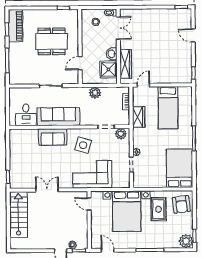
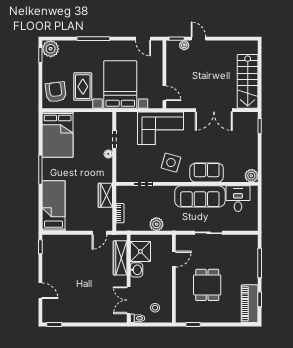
dining table: (52, 41) -> (207, 285), width x0.73
bed: (168, 108) -> (54, 206), moved
plant: (121, 134) -> (251, 176), moved
double door: (47, 190) -> (214, 110), width x1.37

